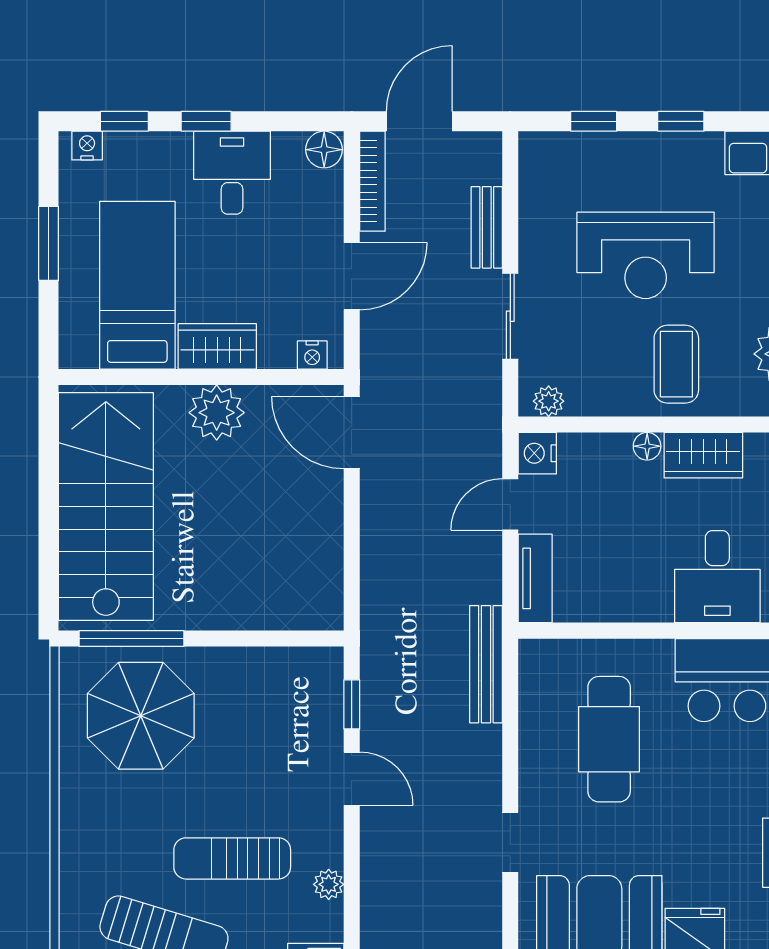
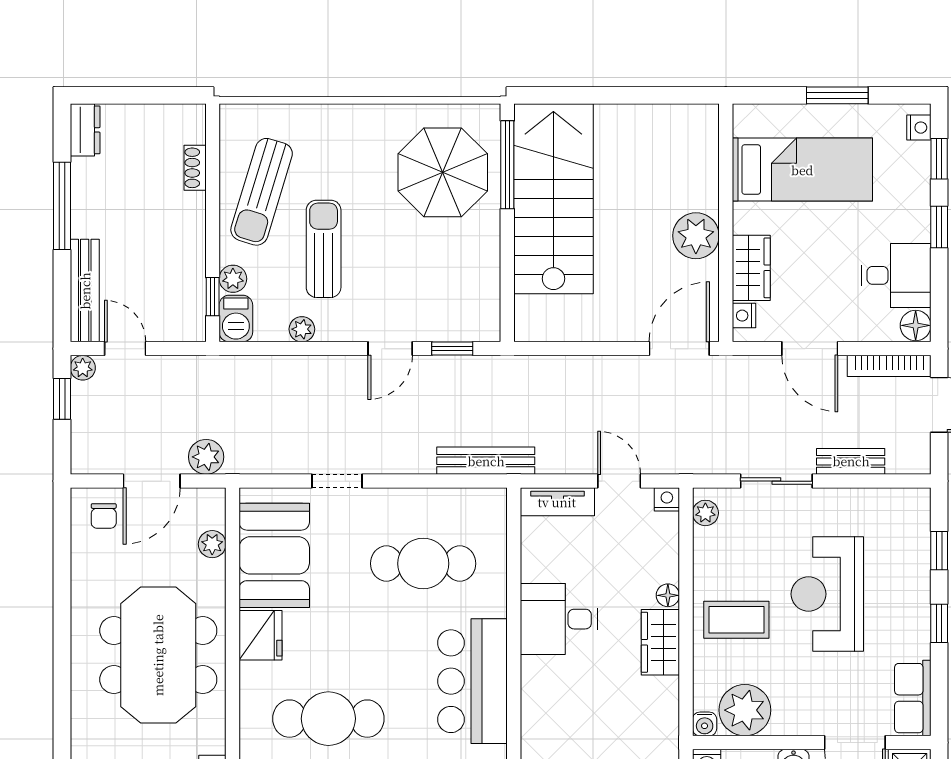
desk: (232, 173) -> (896, 275), moved
wardrobe: (217, 346) -> (751, 268), moved
nightstand: (537, 453) -> (667, 499), width x0.72, depth x0.74
stairs: (106, 506) -> (553, 199), moved, turned -90
desk: (717, 577) -> (559, 619), moved

